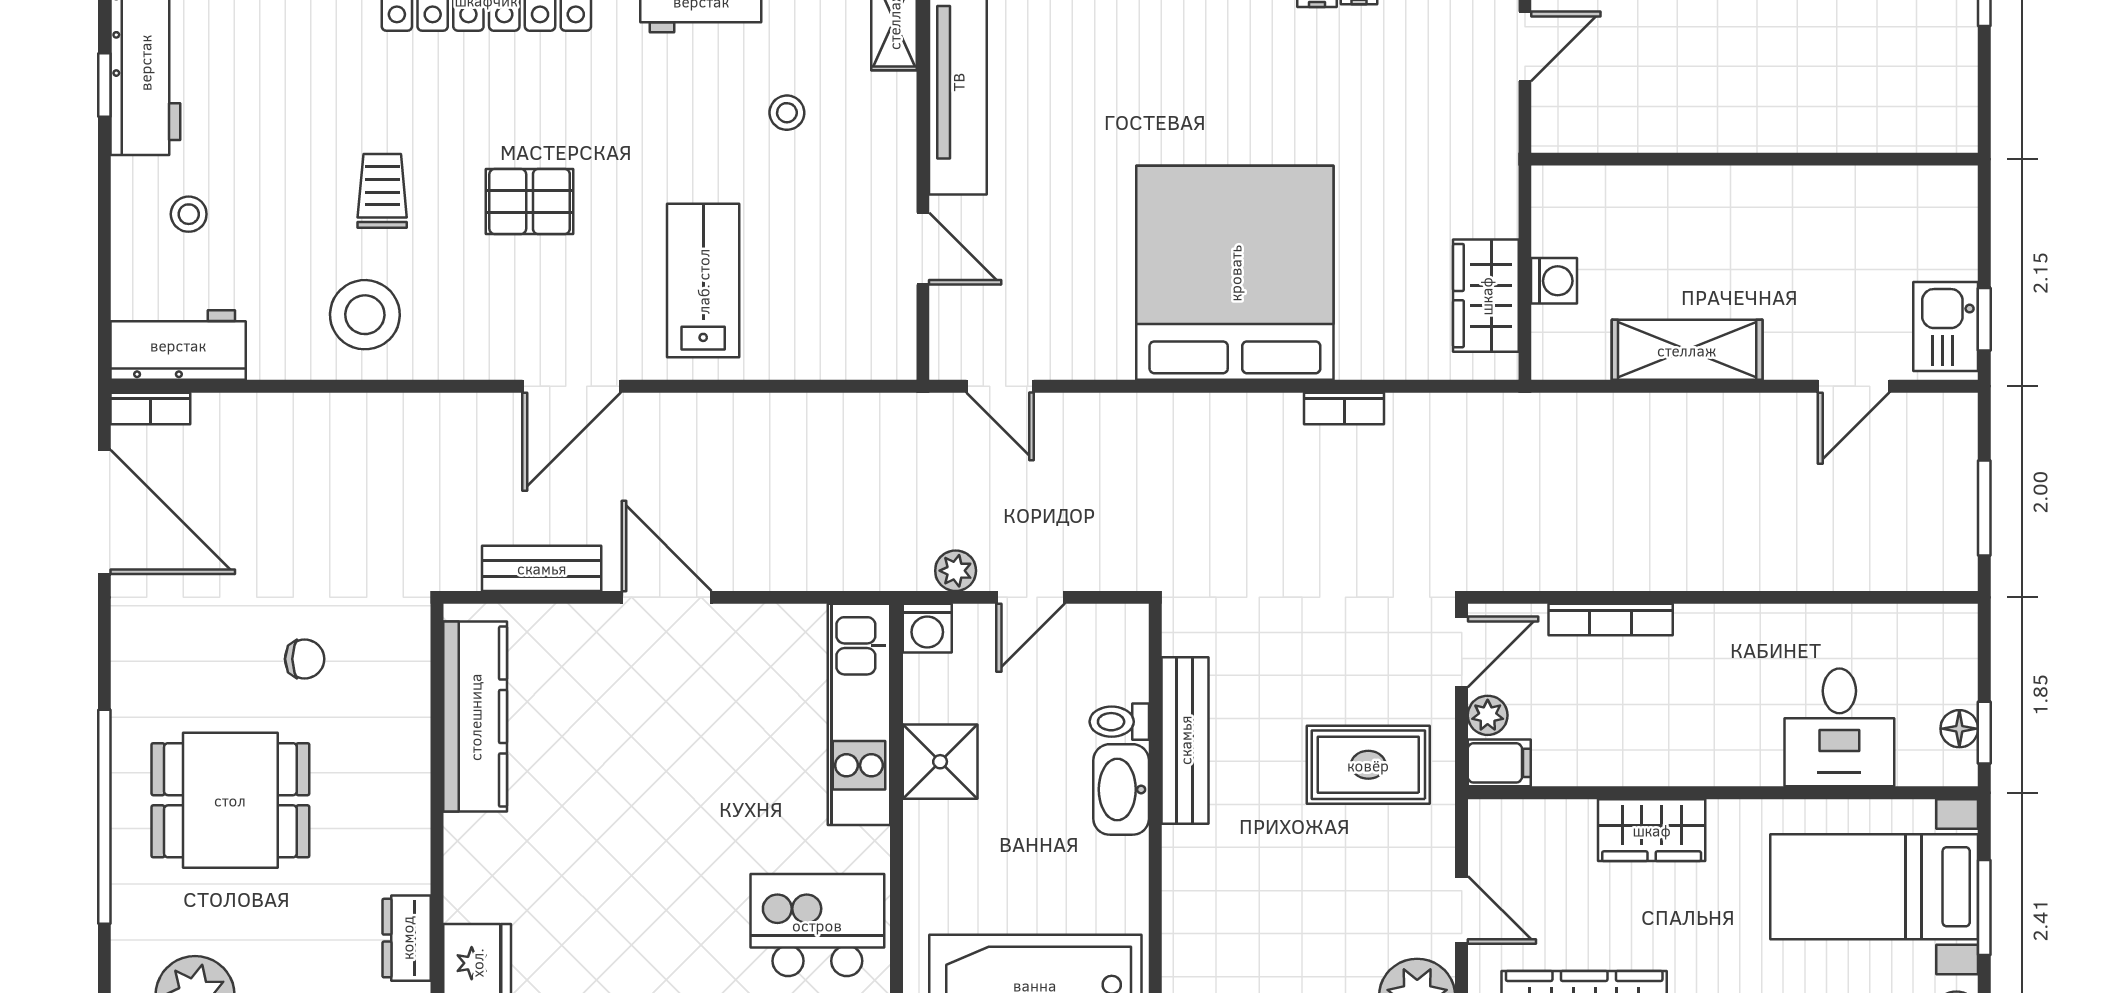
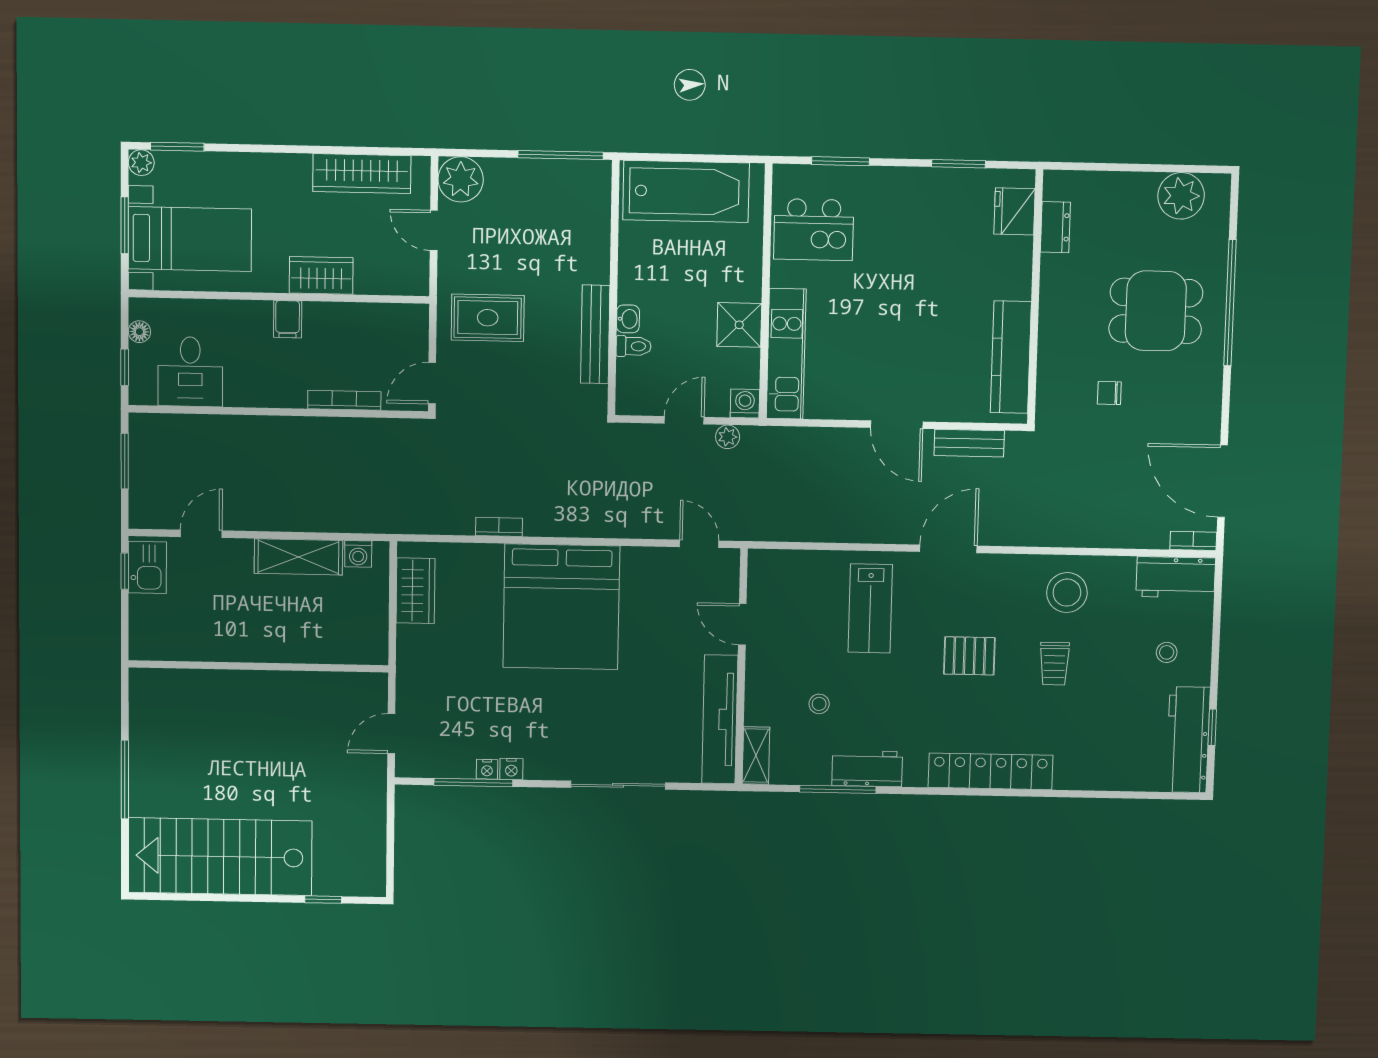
washing machine: (1554, 281) -> (358, 554), moved, turned -90
plant: (1488, 715) -> (417, 345), removed
desk: (1839, 727) -> (190, 372), moved, turned 180
window: (1984, 733) -> (125, 367), moved
filing cabinet: (1499, 763) -> (288, 319), moved, turned -90
washbasin: (1121, 789) -> (628, 319), width x0.52, depth x0.69

